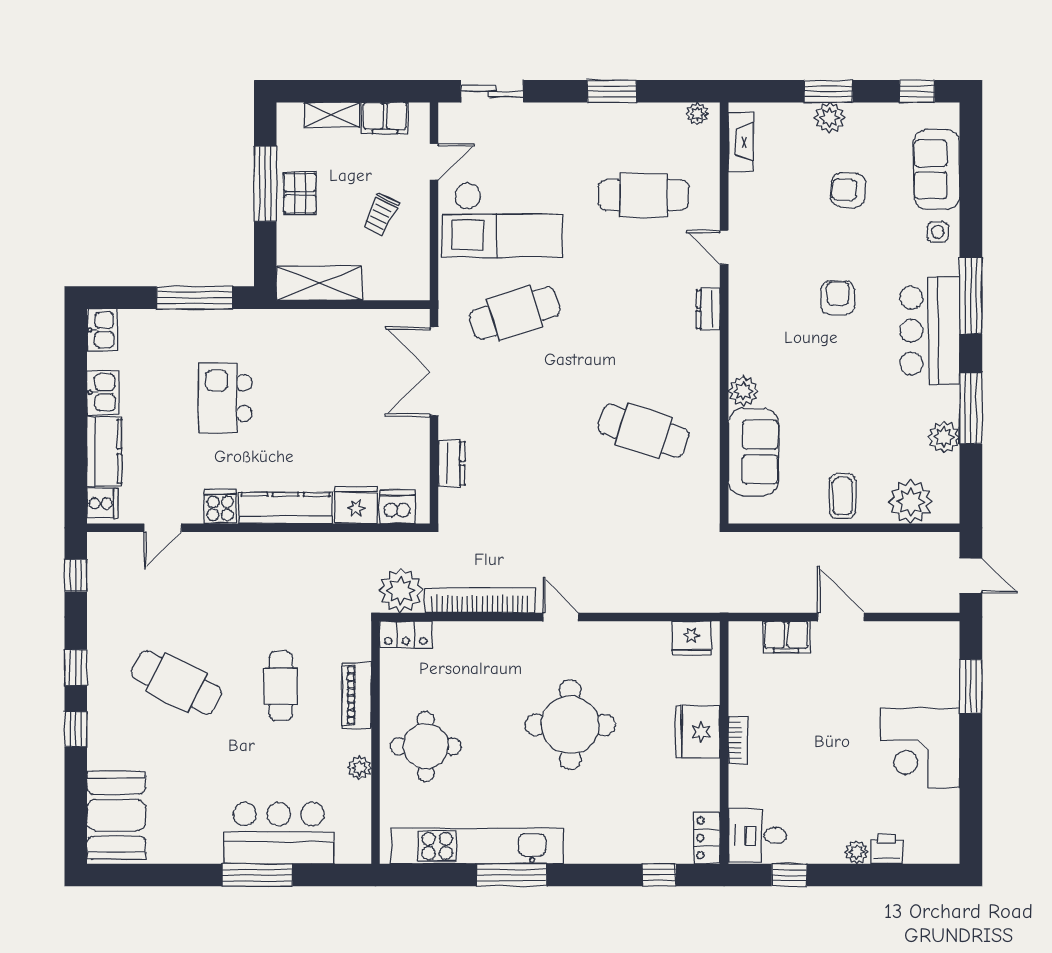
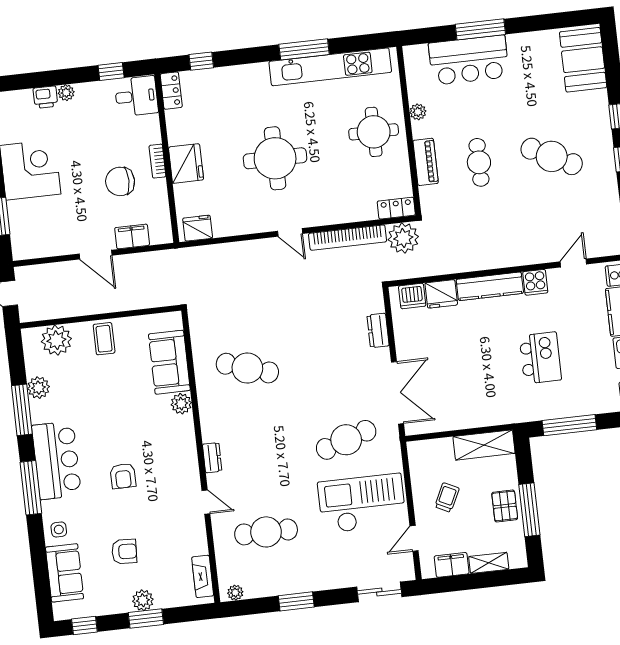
chair: (794, 717) -> (120, 181), added

